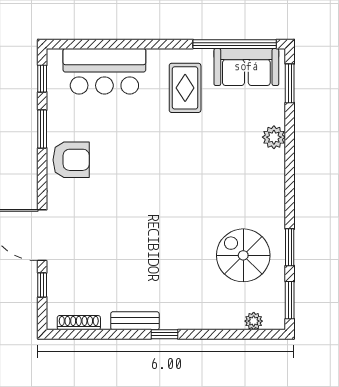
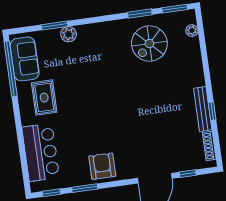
window: (290, 83) -> (55, 26), moved
rug: (185, 88) -> (44, 98), turned 90
bench: (135, 321) -> (203, 109), width x1.36
window: (164, 334) -> (212, 111), moved

